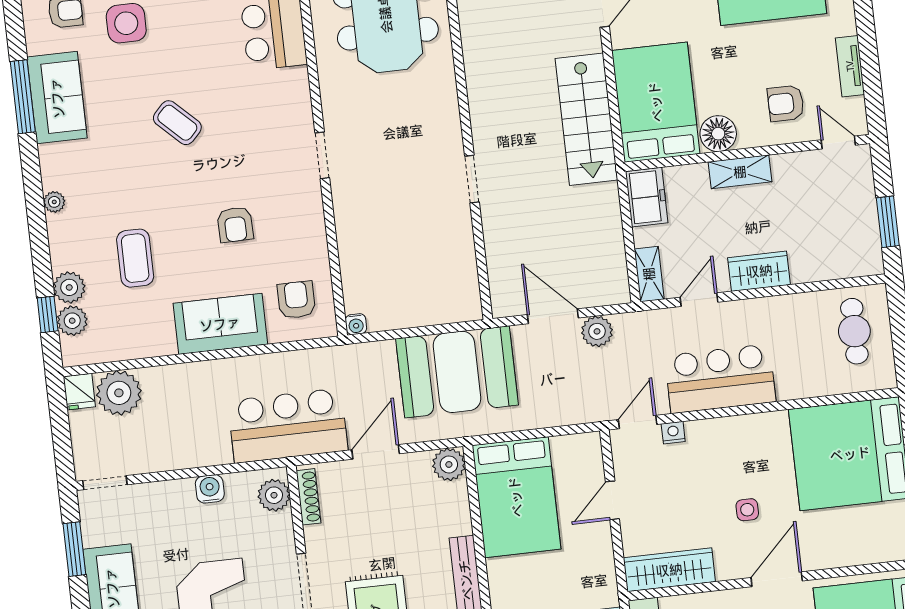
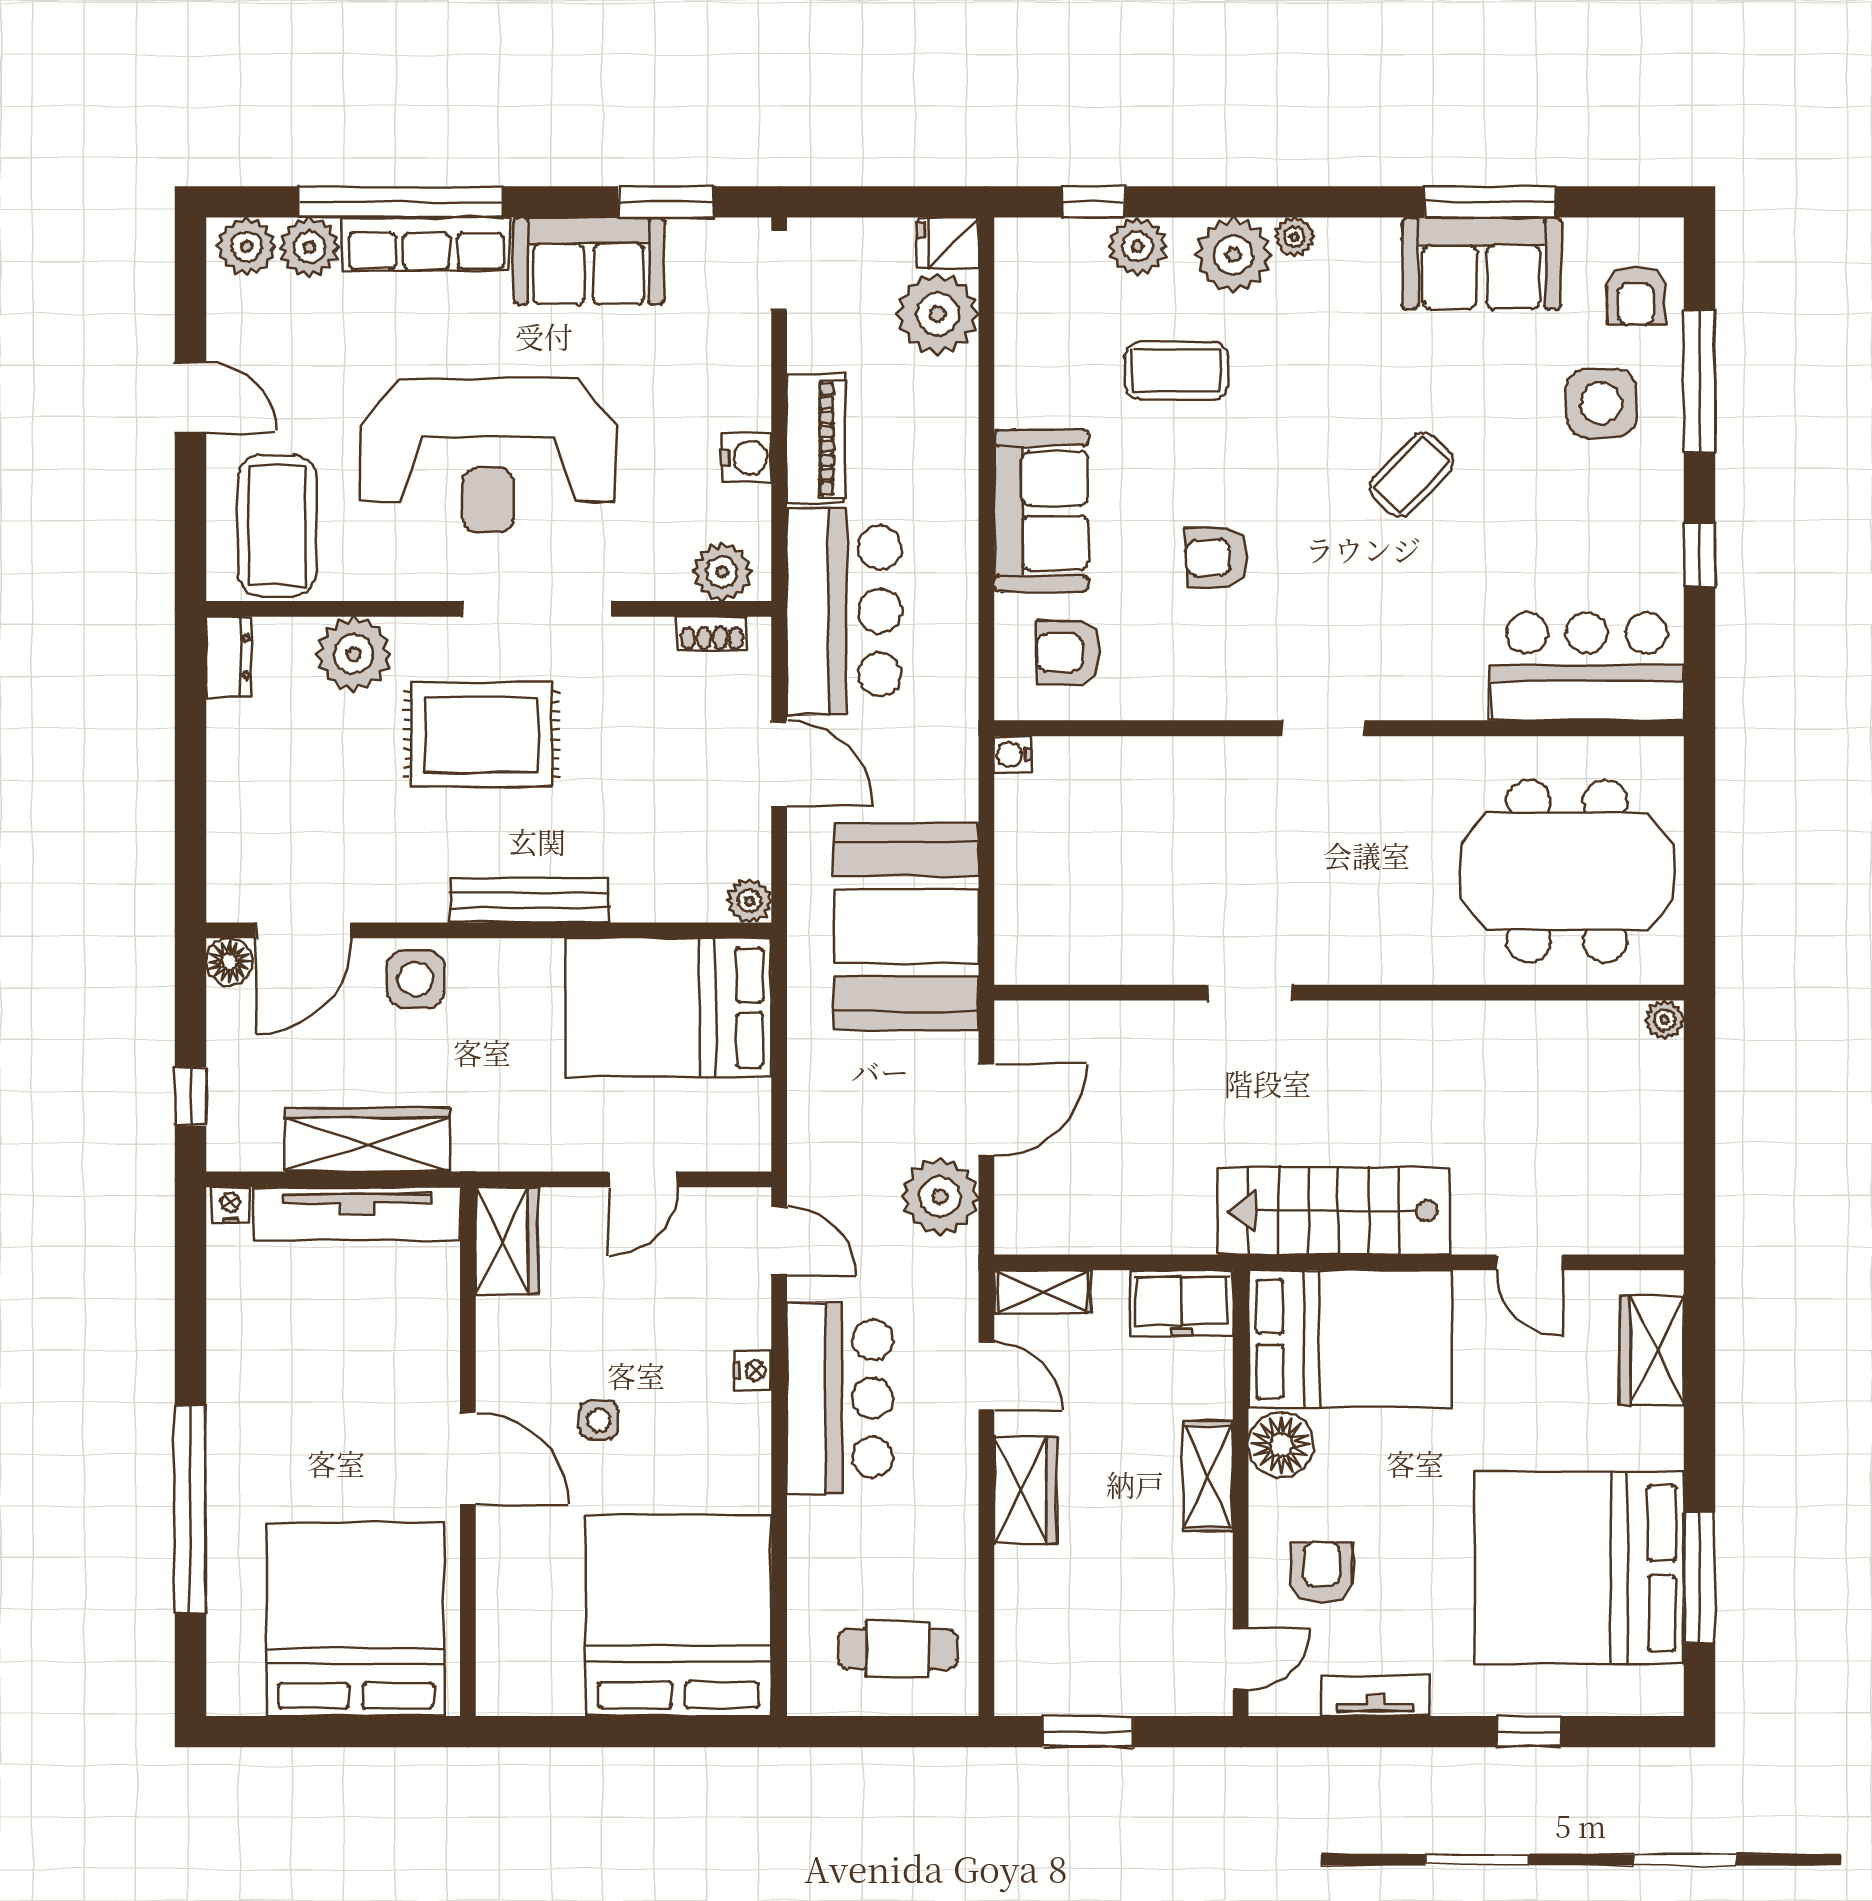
armchair: (296, 300) -> (1069, 652), turned 180
plant: (72, 321) -> (1233, 255), moved, width x1.36, depth x1.36
plant: (597, 331) -> (940, 1197), width x1.36, depth x1.36
nightstand: (673, 433) -> (753, 1370), moved
piano: (195, 452) -> (816, 439), added
plant: (449, 464) -> (749, 901), width x0.73, depth x0.73
shoe rack: (308, 497) -> (712, 634), width x0.70
door: (612, 500) -> (643, 1179), swing flipped
wardrobe: (669, 570) -> (507, 1241), width x0.67

